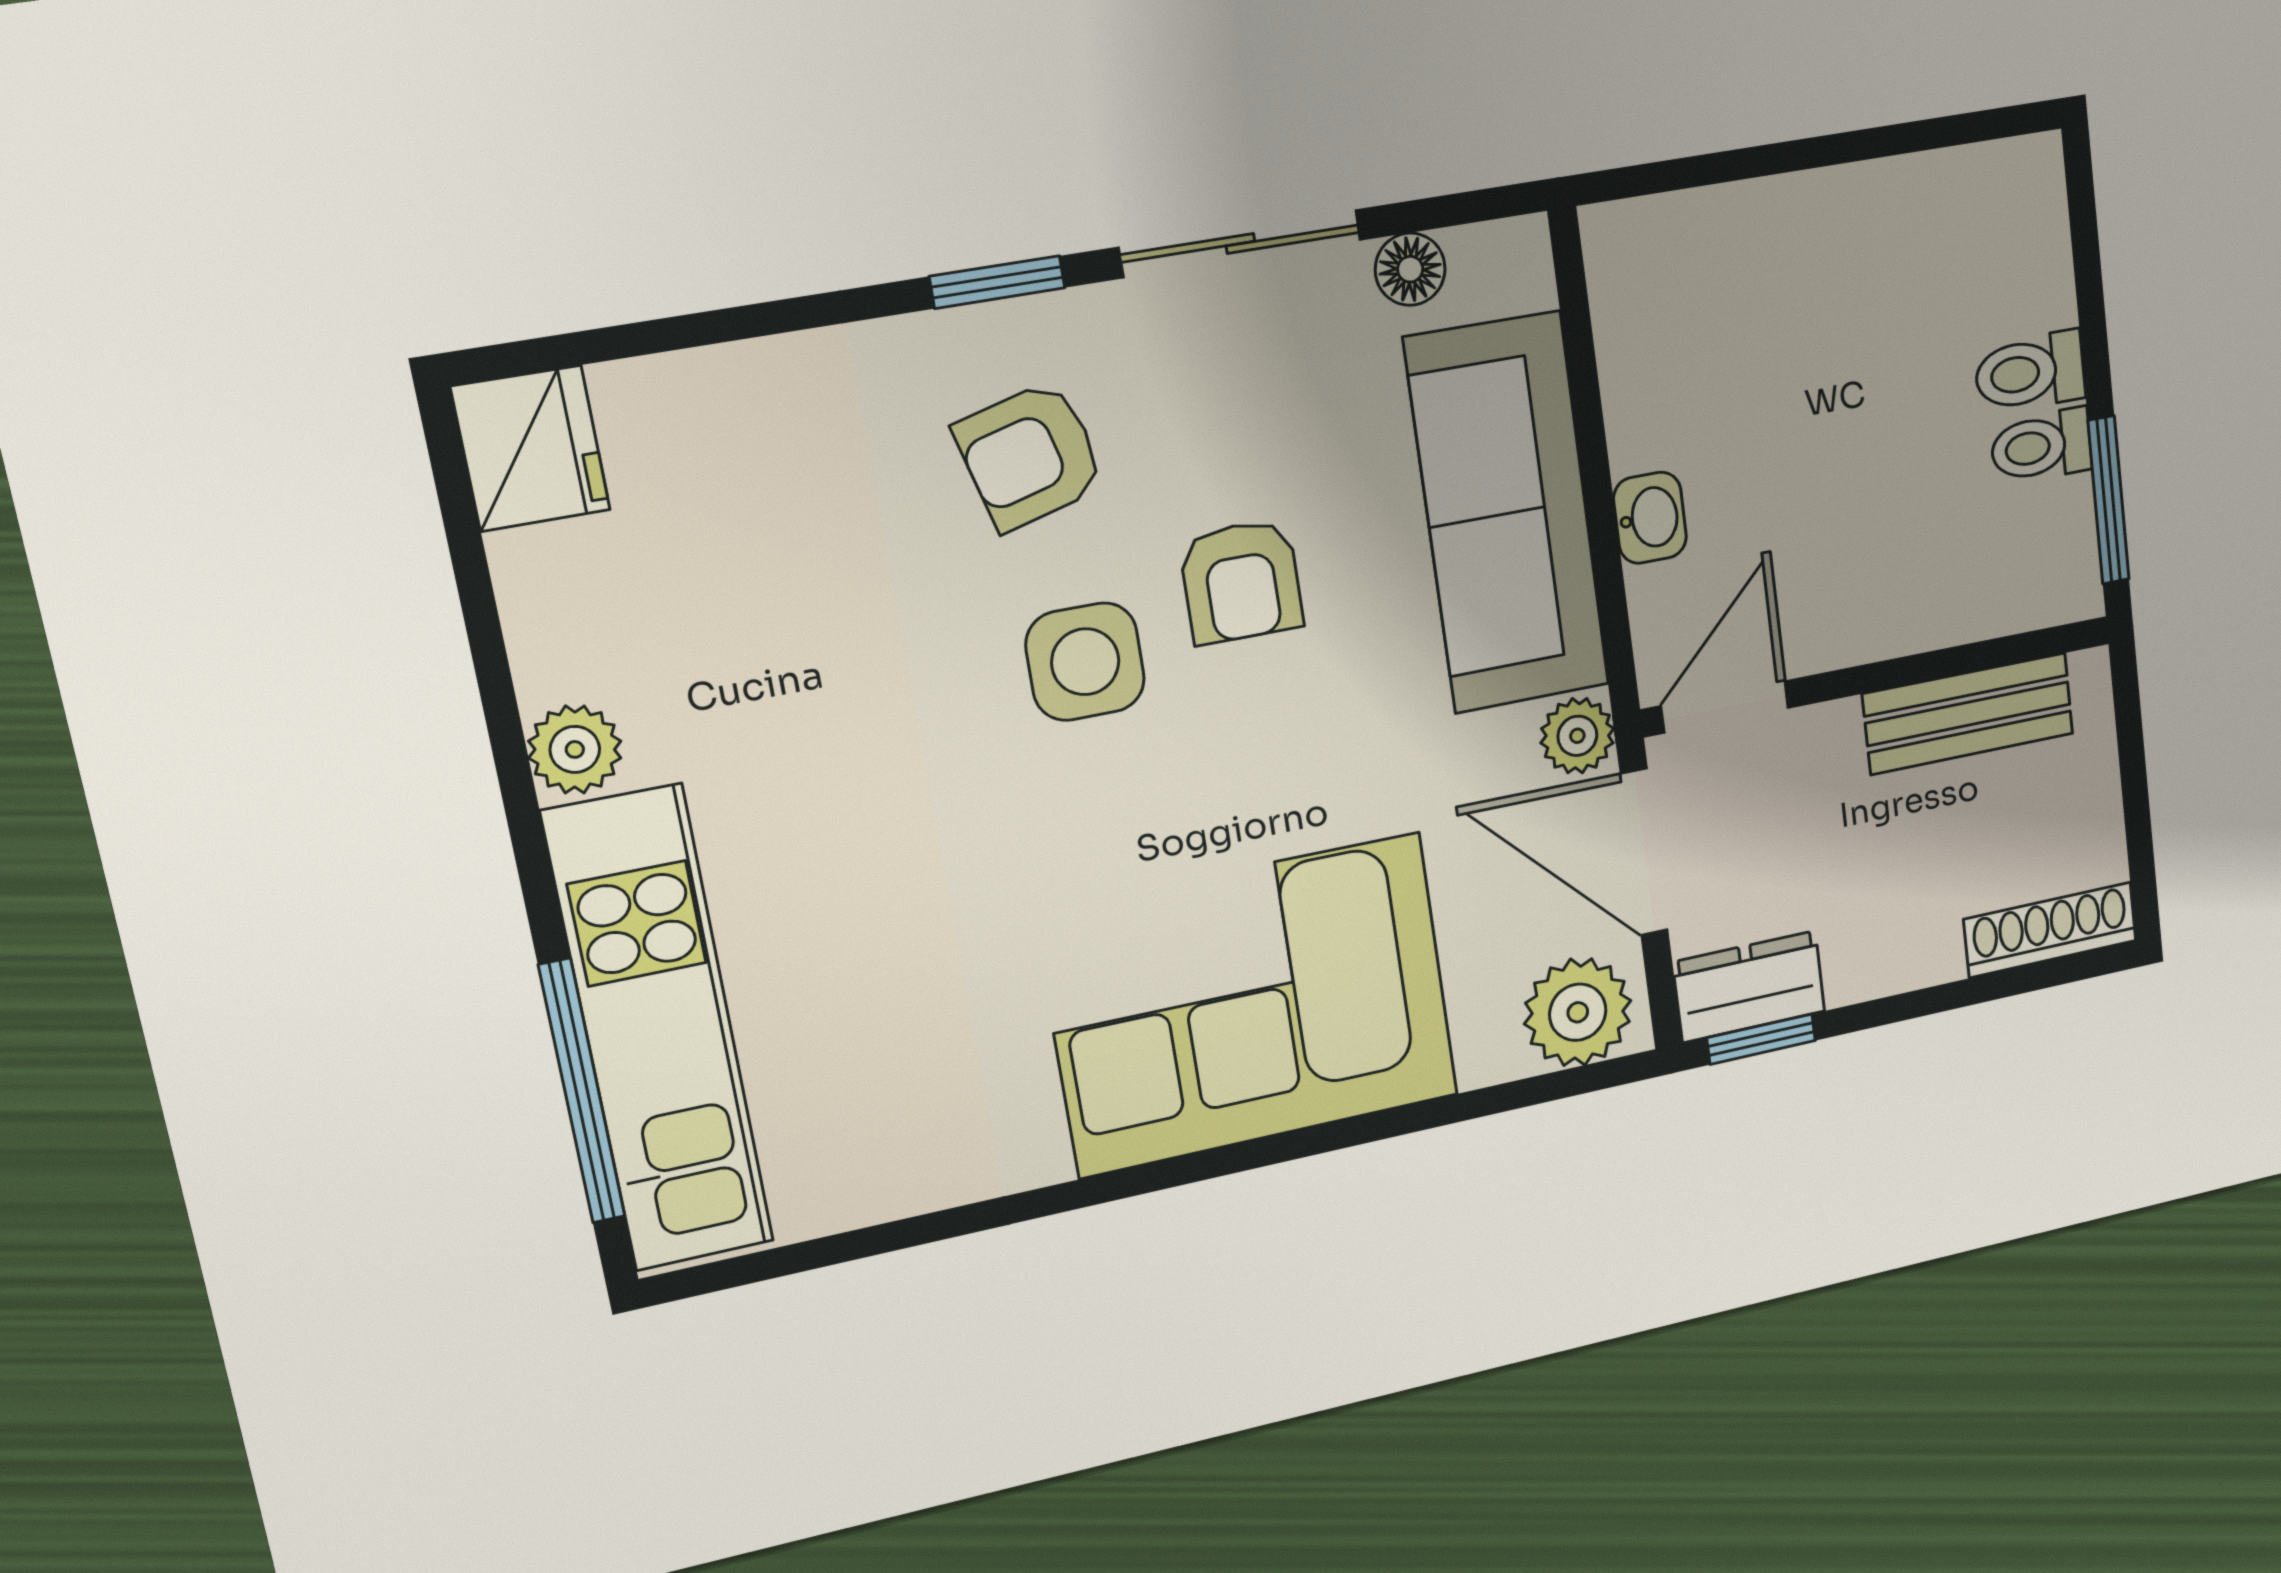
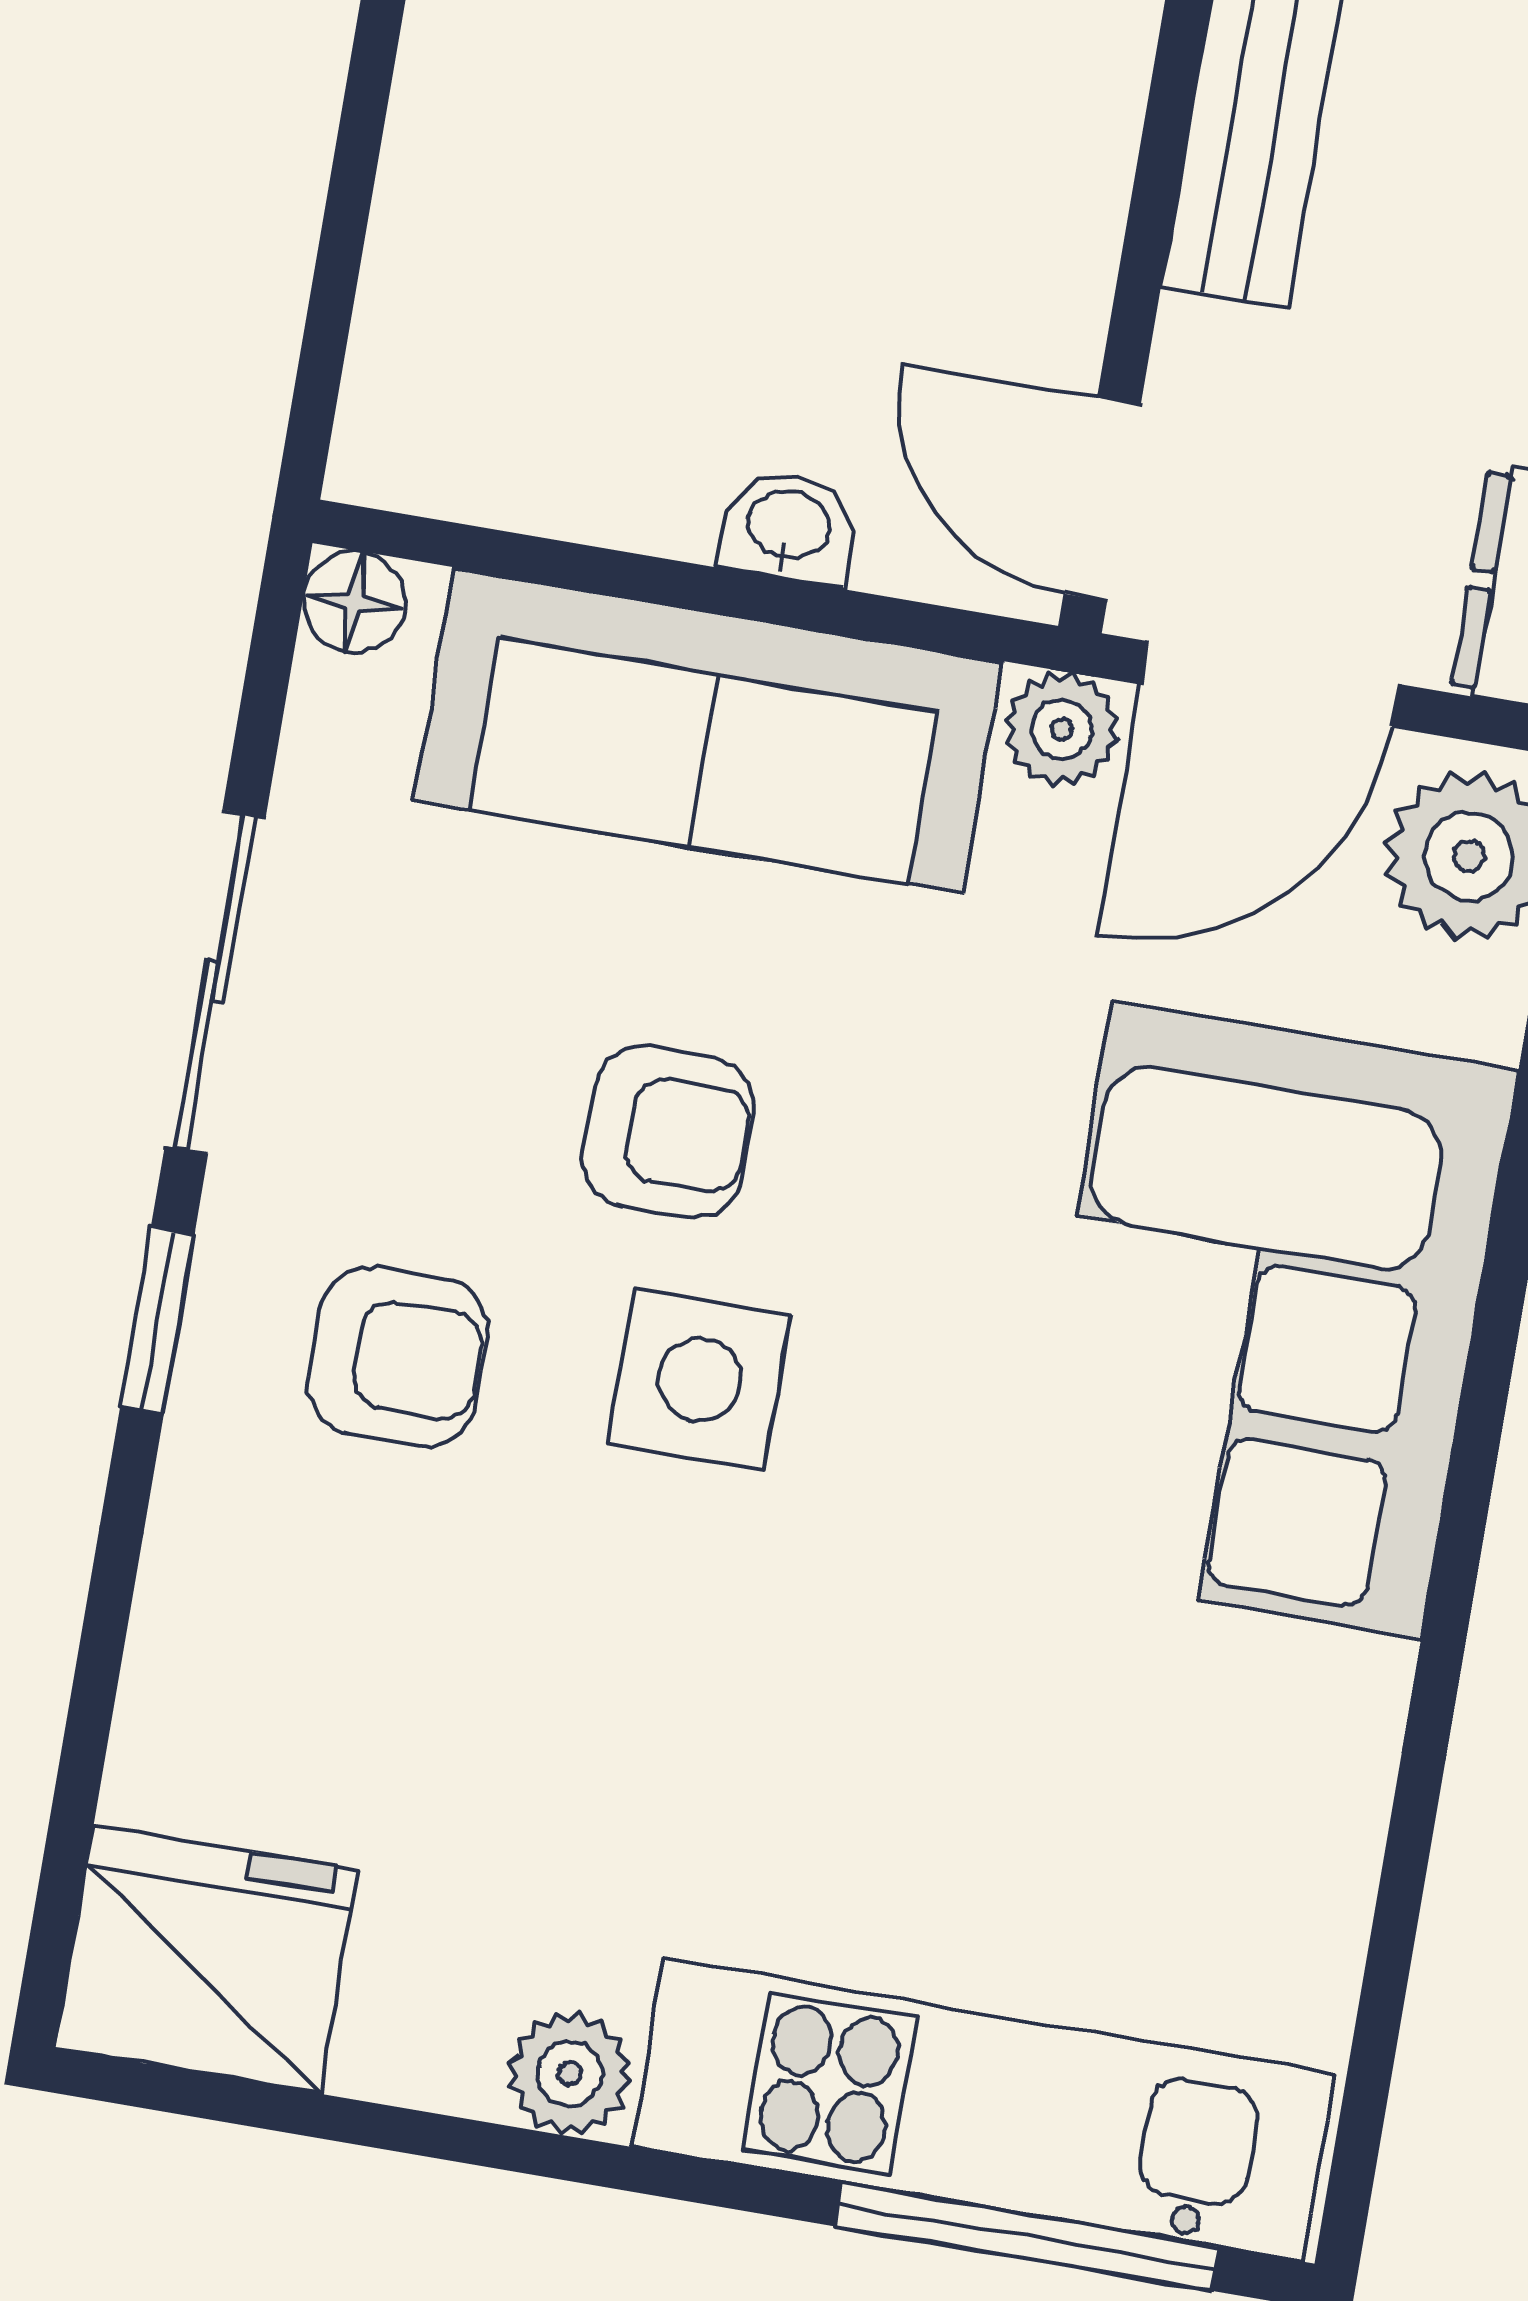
floor lamp: (1410, 269) -> (354, 602), moved
fridge: (531, 448) -> (207, 1959), width x1.36, depth x1.34
armchair: (1030, 456) -> (398, 1357), turned -75

